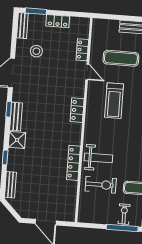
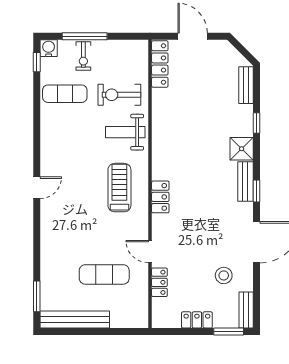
treadmill: (114, 101) -> (119, 188), moved
locker: (74, 163) -> (160, 64), moved

